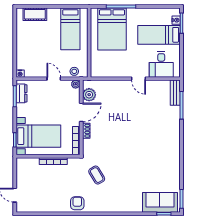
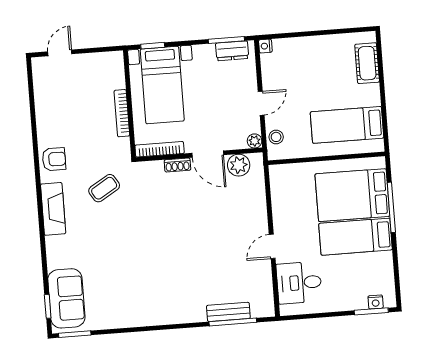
bed: (159, 35) -> (356, 237), moved, turned -90
bench: (175, 93) -> (228, 312), moved
fireplace: (107, 206) -> (53, 209), added

